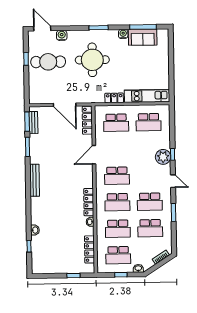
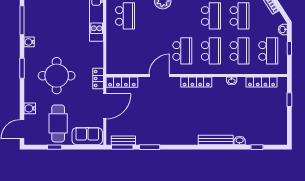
sofa: (143, 37) -> (87, 136), moved, turned -90
locker: (114, 98) -> (98, 79), moved
school desk: (116, 123) -> (125, 51), removed
door: (94, 155) -> (159, 76), swing flipped
bench: (35, 180) -> (216, 140), moved
locker: (89, 202) -> (196, 82), moved

